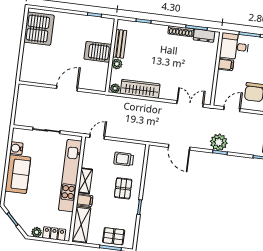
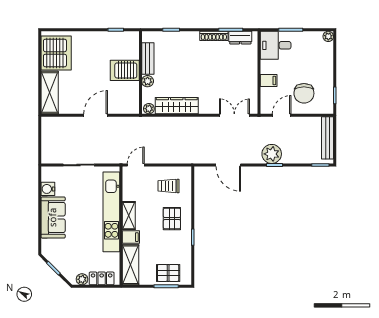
shelving: (29, 63) -> (50, 93), added
filing cabinet: (226, 65) -> (269, 81), moved

